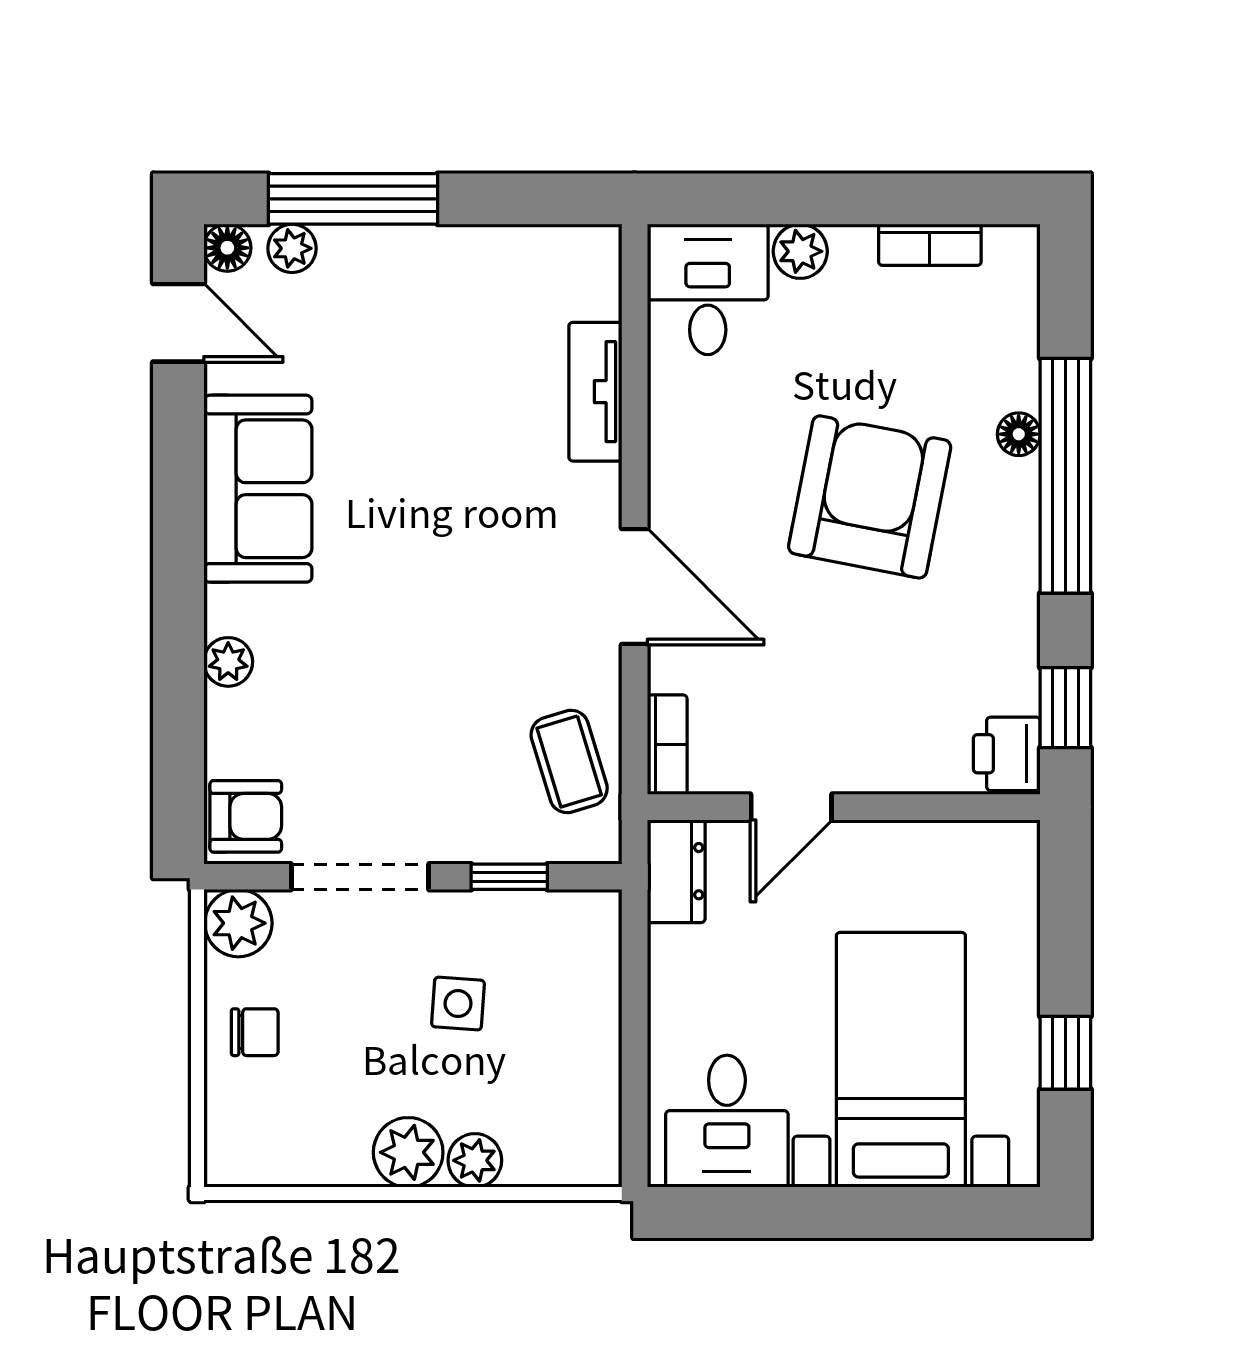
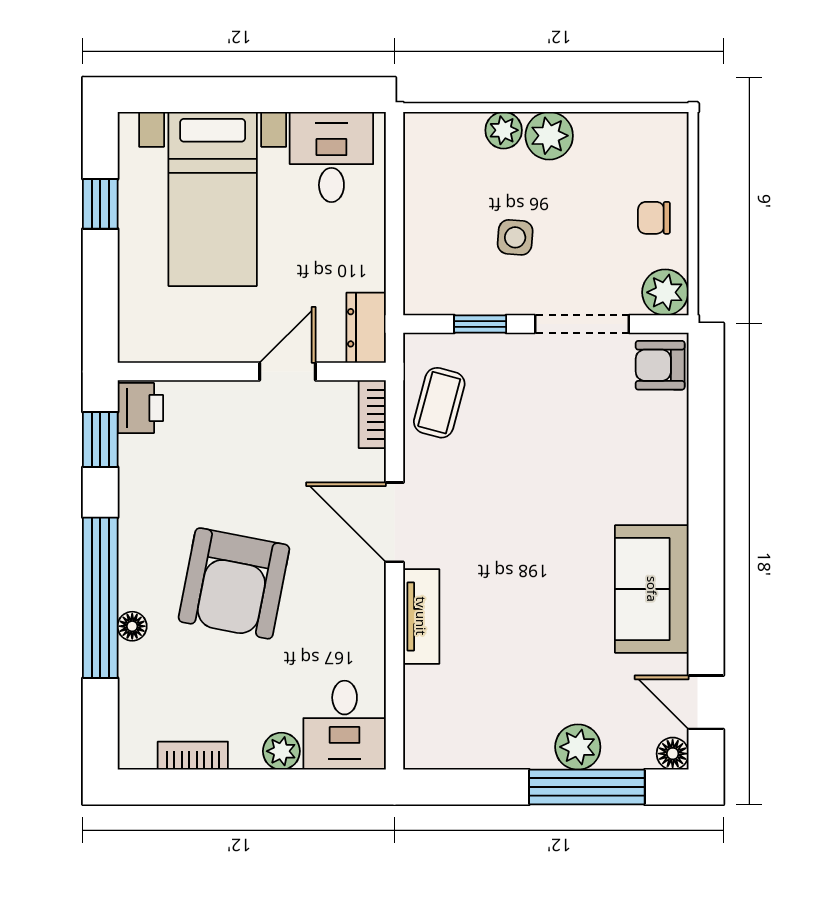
plant: (292, 248) -> (578, 747), moved, width x1.38, depth x1.38
tv unit: (595, 392) -> (421, 616), moved
plant: (228, 662) -> (672, 471), removed
coffee table: (569, 761) -> (439, 403), turned 32

